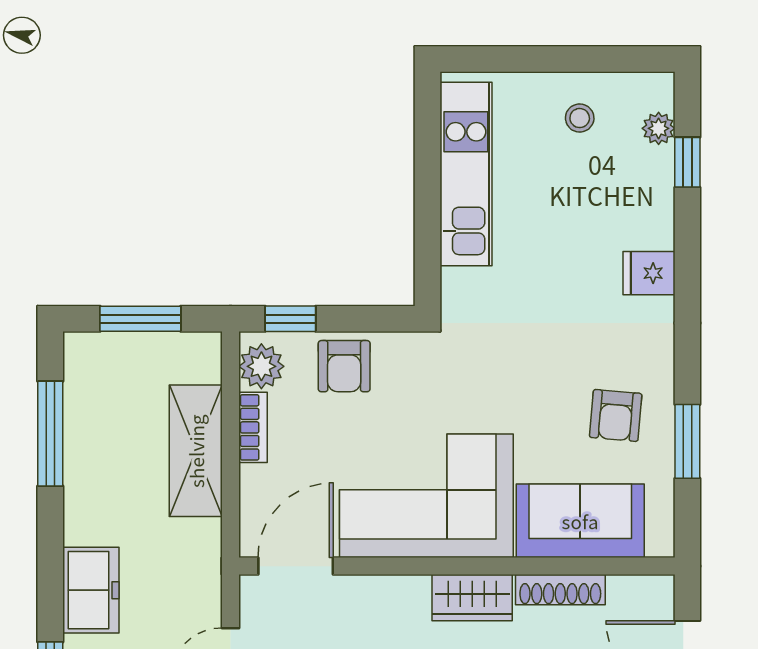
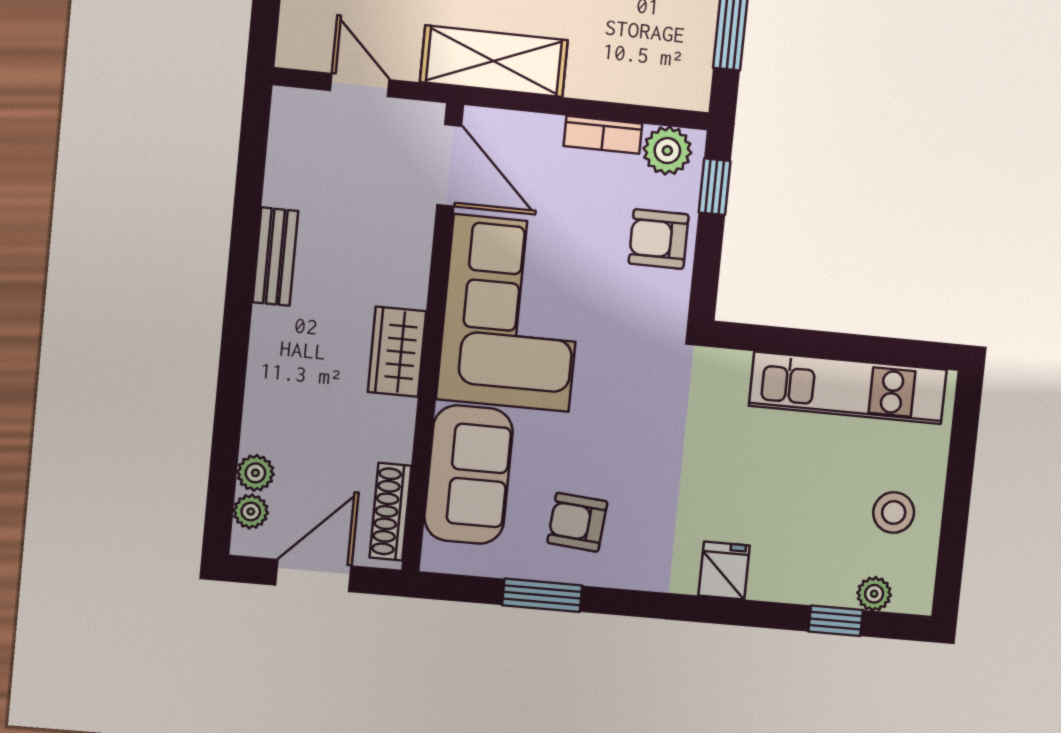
stool: (580, 118) -> (894, 512), width x1.37, depth x1.37
shelving: (196, 451) -> (494, 61), moved
shoe rack: (560, 590) -> (390, 512), moved

